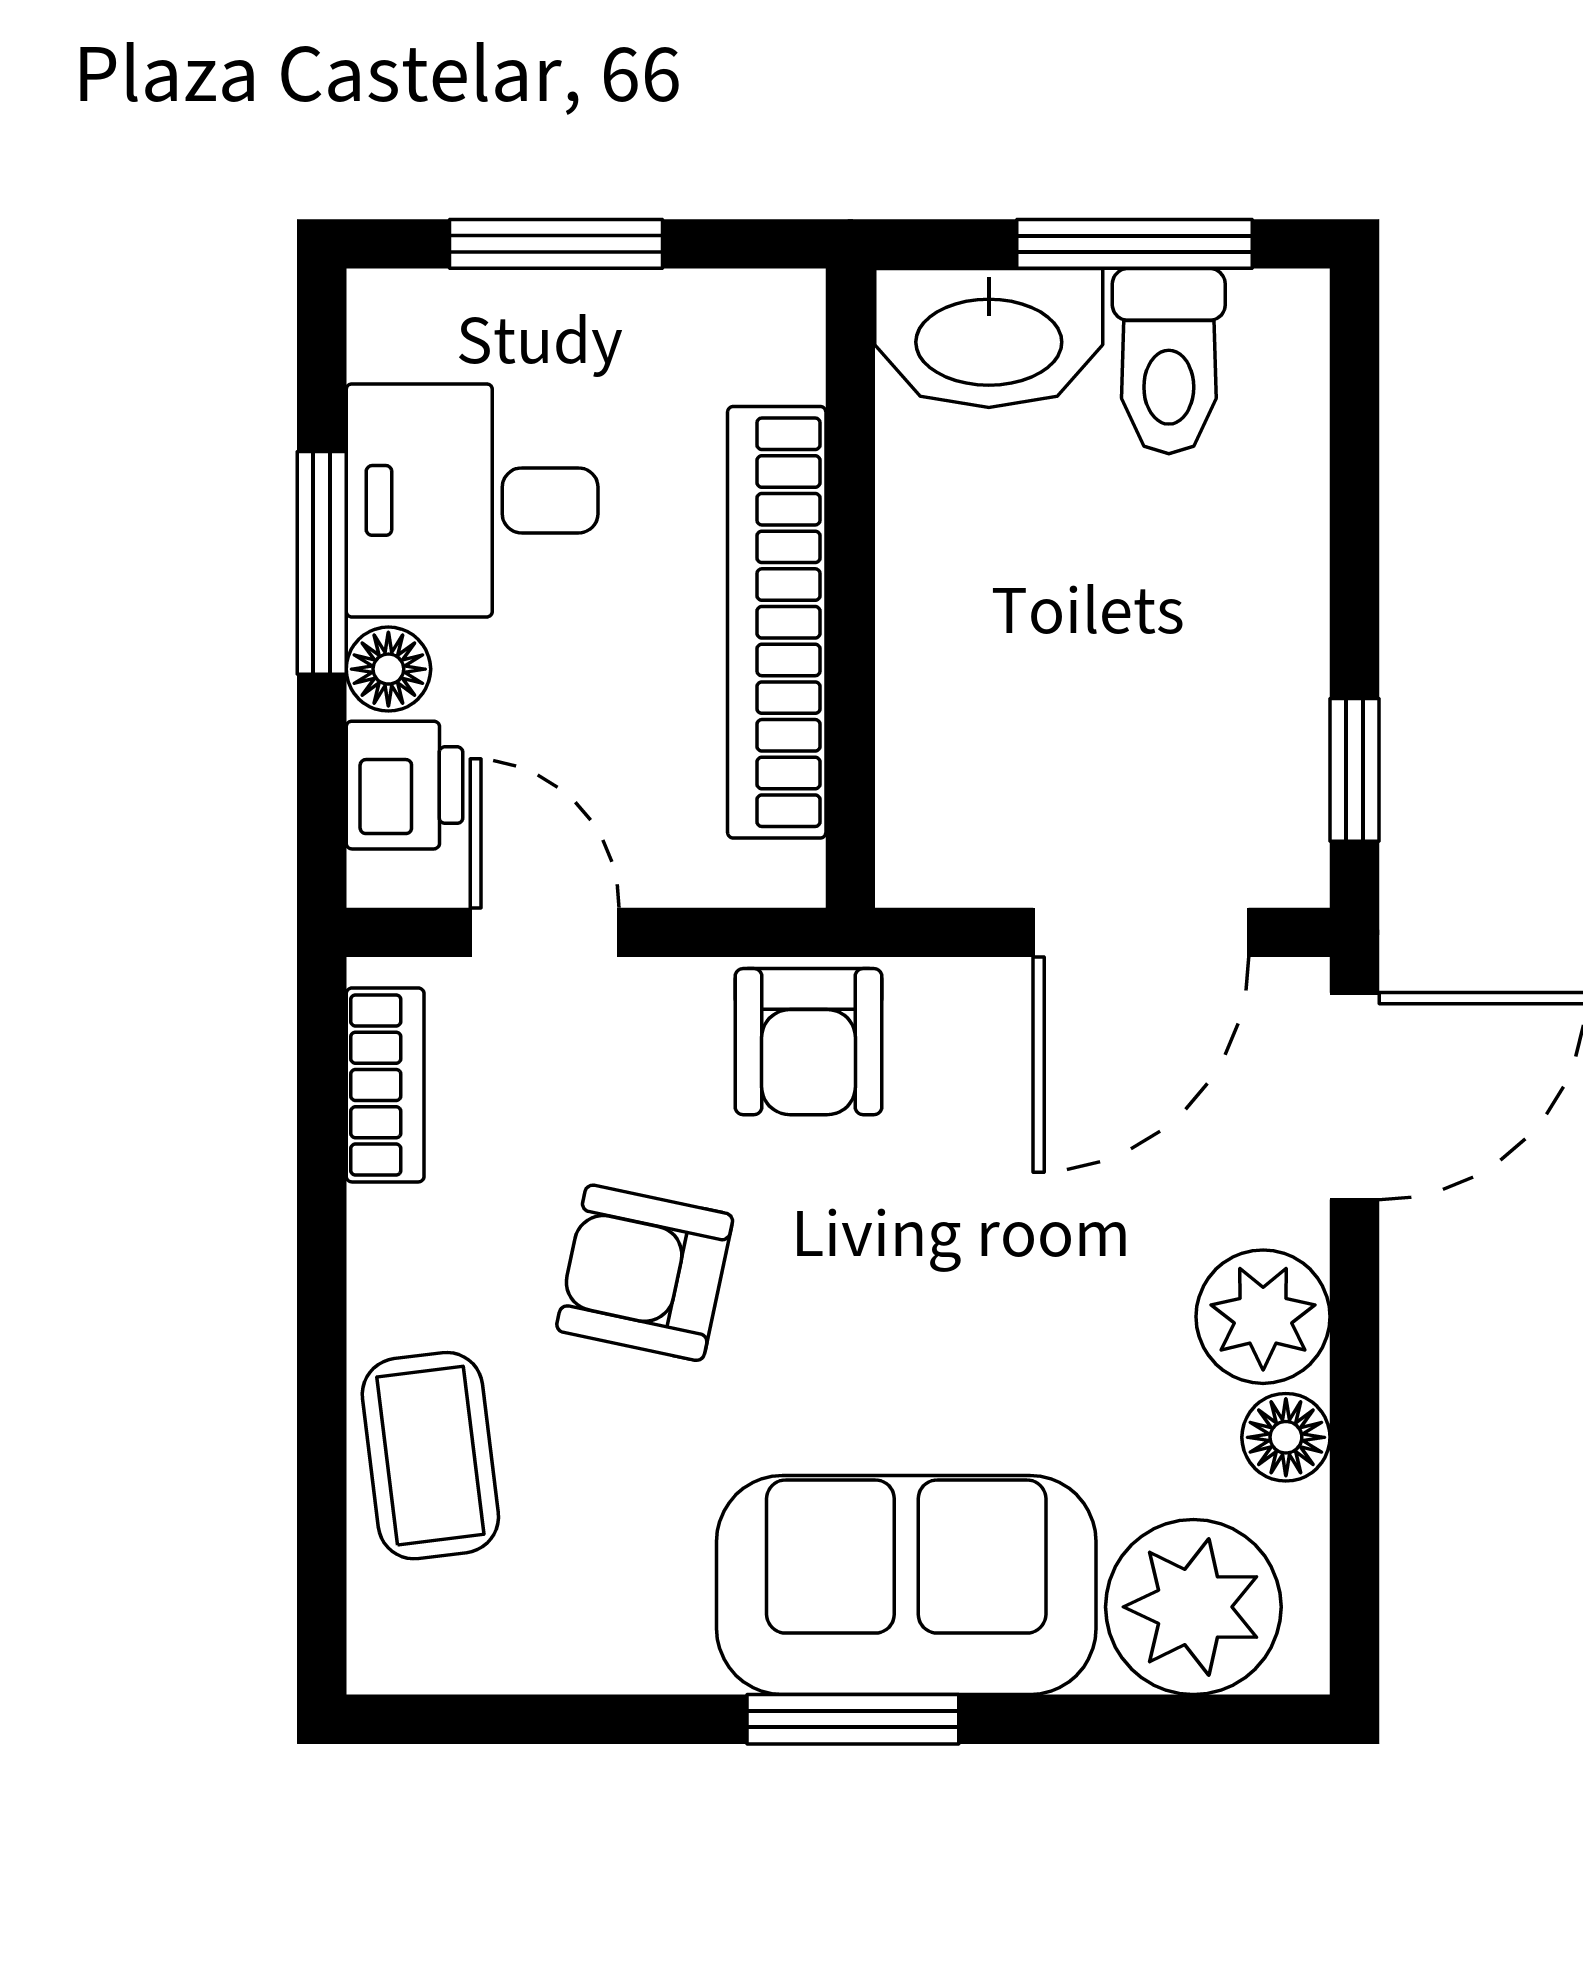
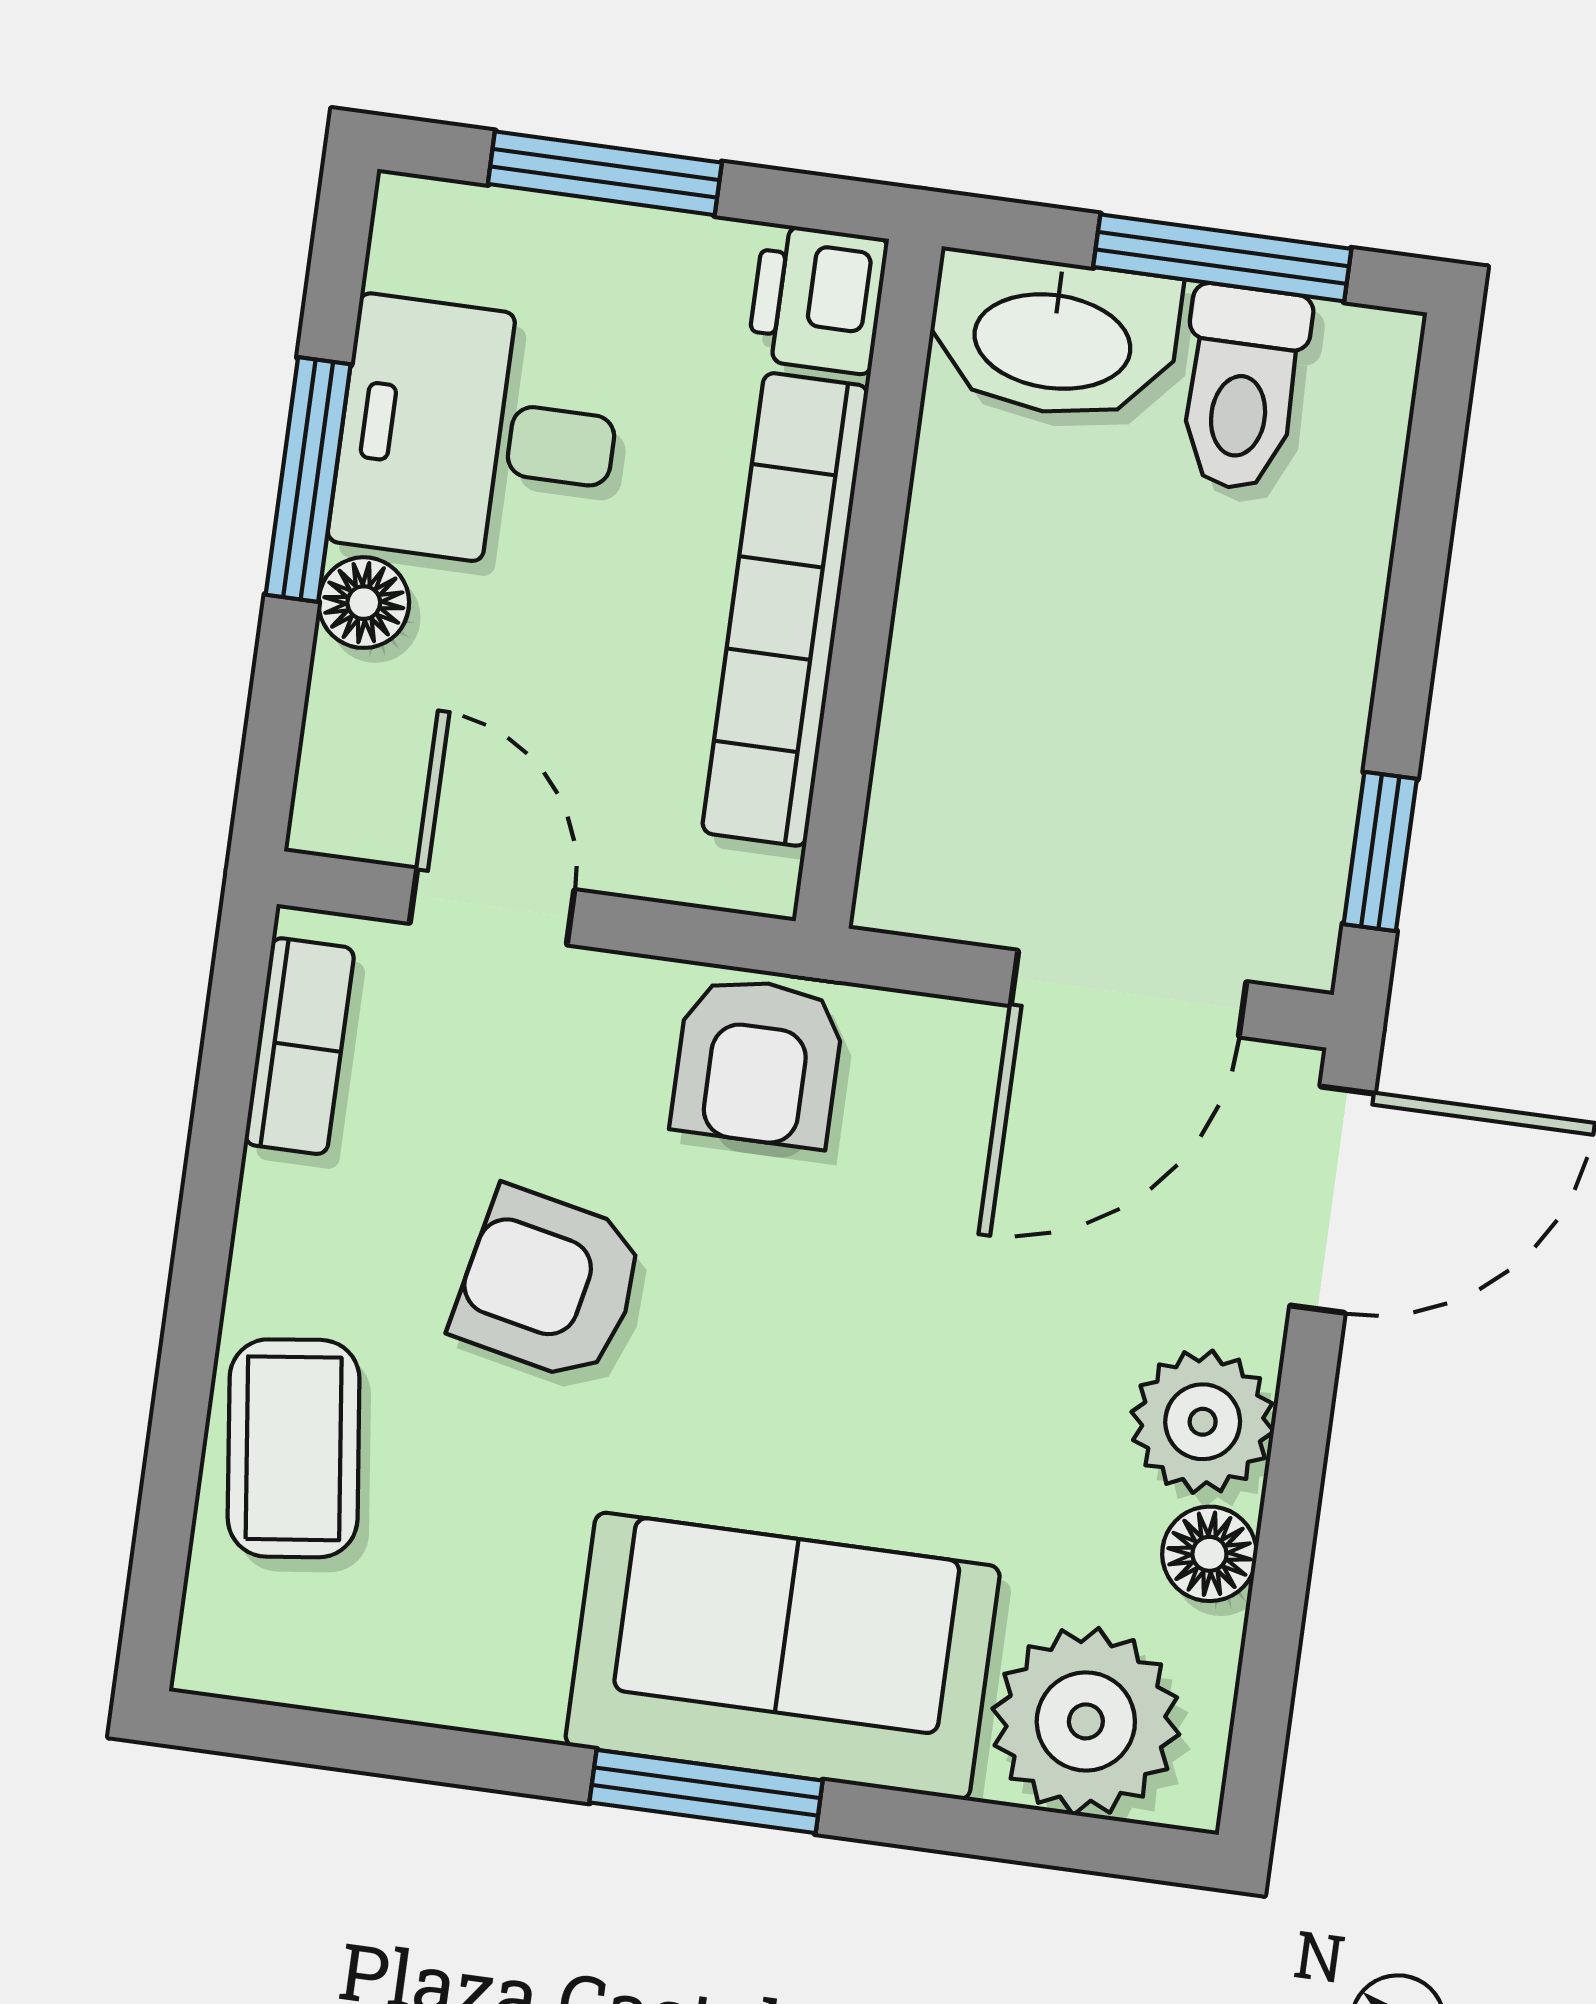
printer: (404, 785) -> (818, 299), moved, turned 180

